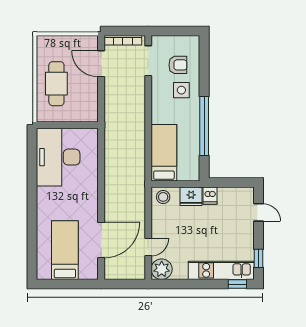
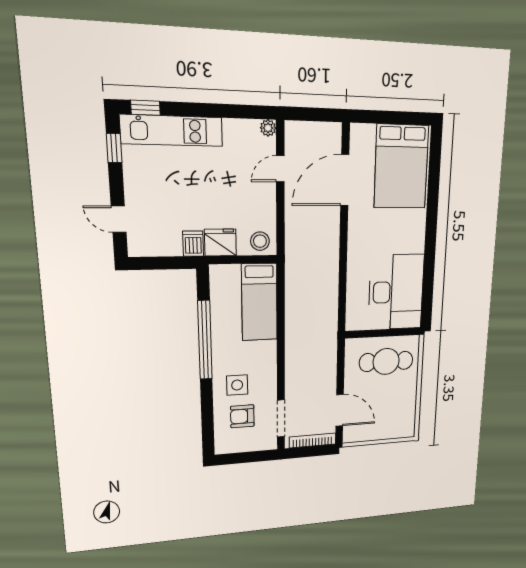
cafe table: (56, 84) -> (386, 361), moved, turned 90
bed: (65, 250) -> (401, 167), width x1.50
plant: (162, 269) -> (268, 128), width x0.53, depth x0.53

